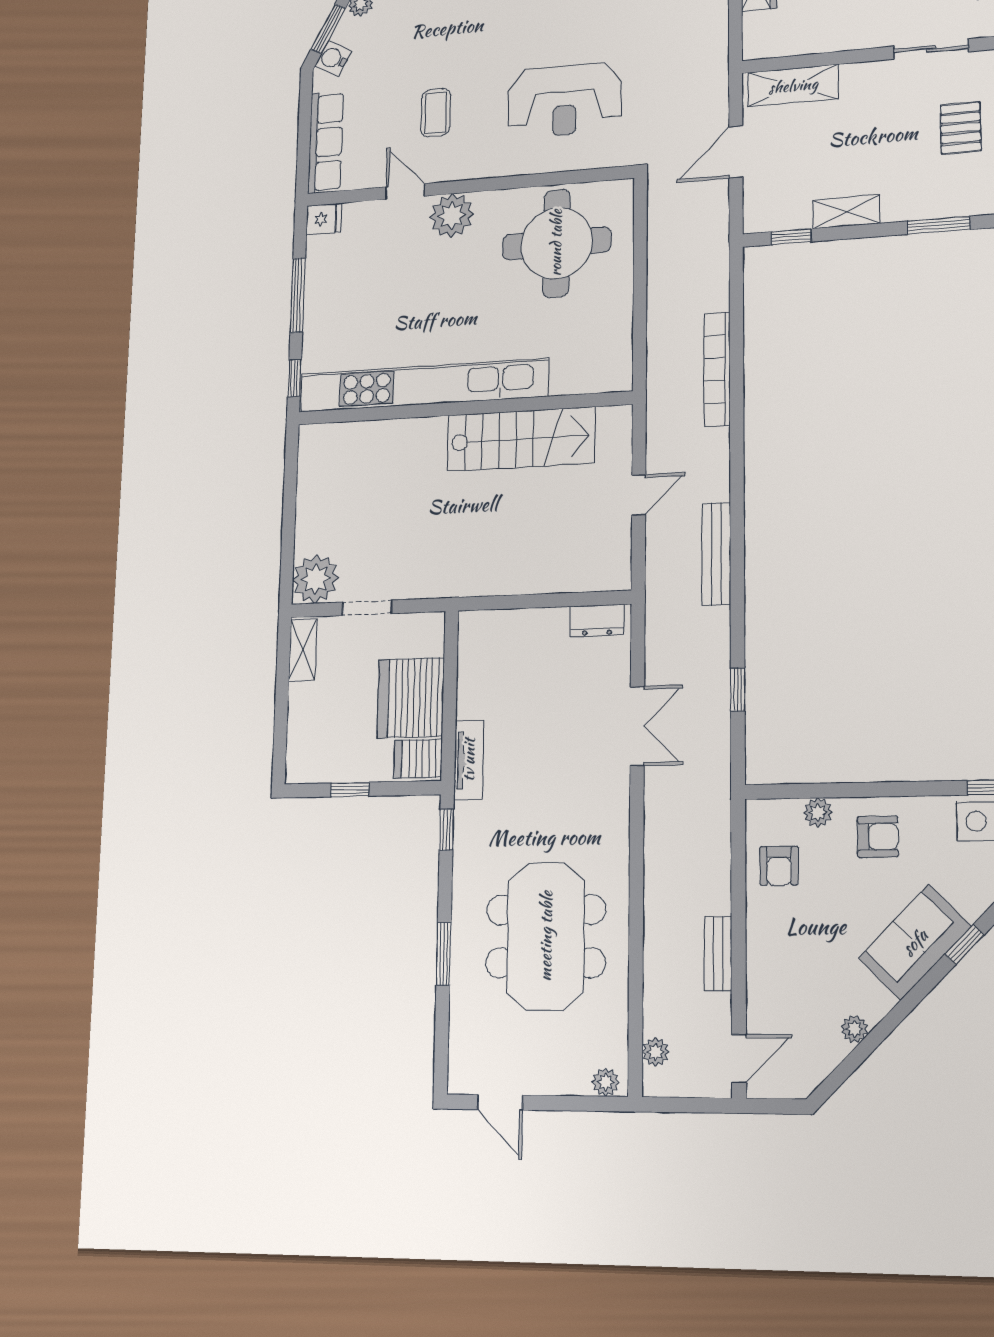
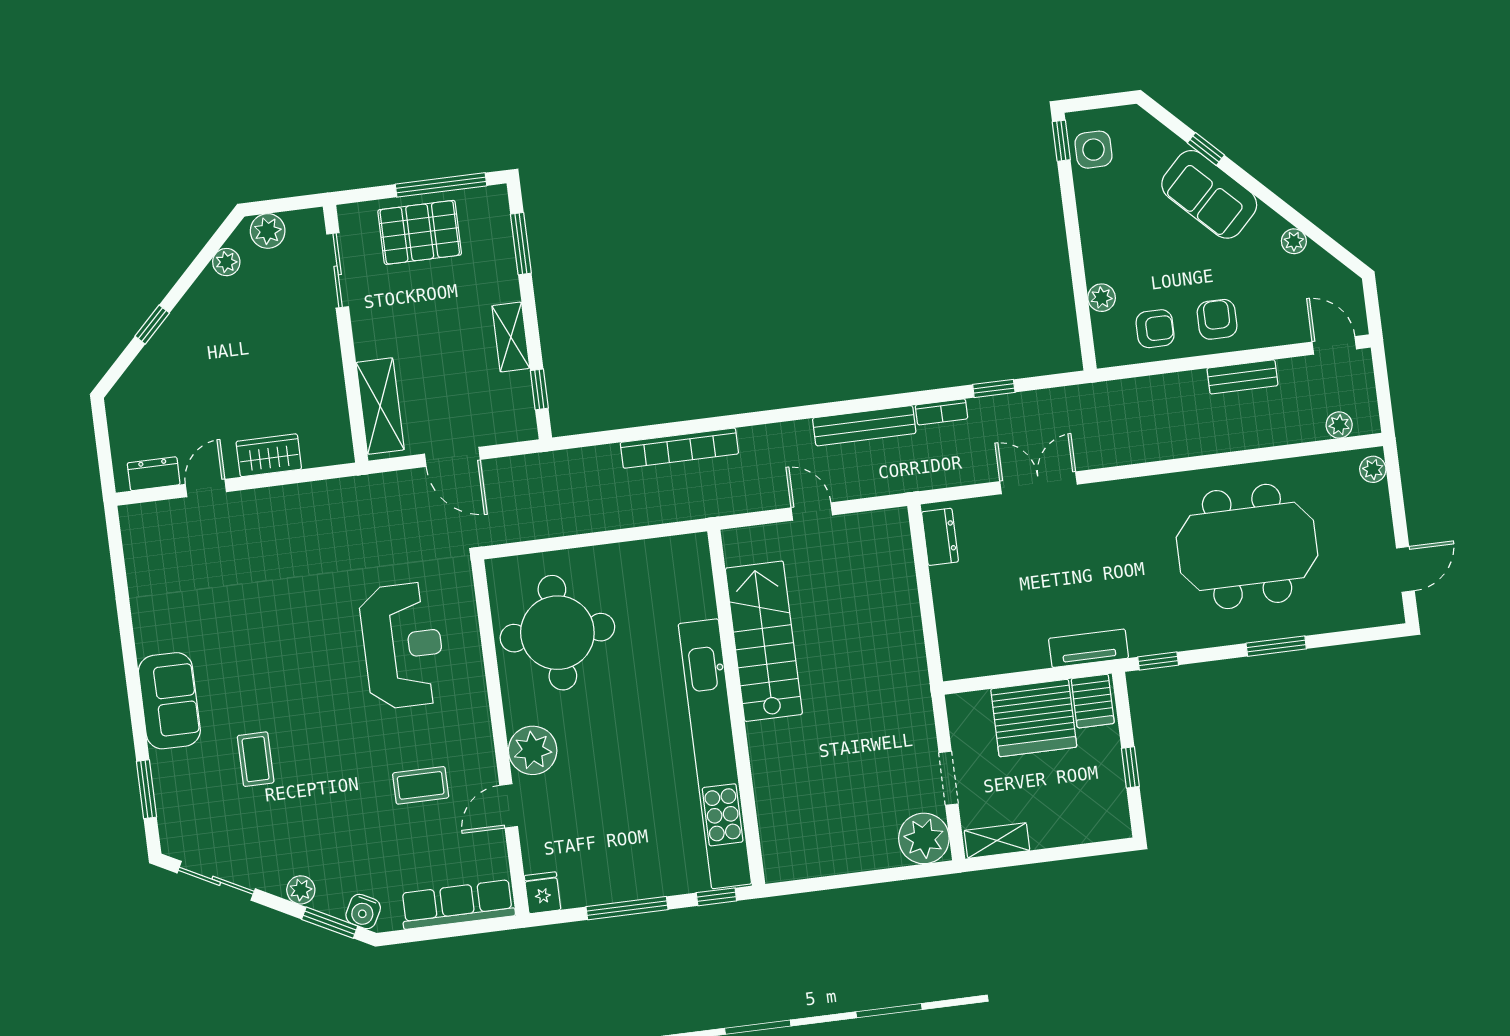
pallet: (961, 128) -> (420, 232), width x1.50, depth x1.42
bookcase: (721, 633) -> (941, 412), added
armchair: (878, 837) -> (1217, 319), moved

